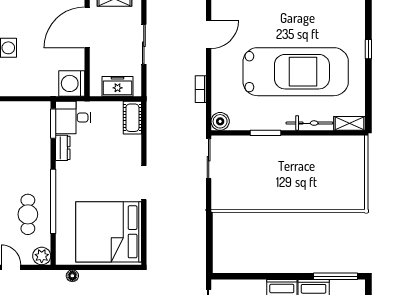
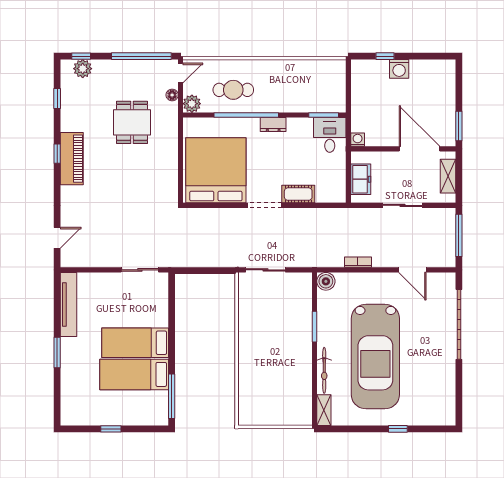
washing machine: (72, 83) -> (358, 140), width x0.53, depth x0.53
cot: (132, 118) -> (298, 194), moved
dresser: (63, 148) -> (273, 125), moved
sliding door: (209, 159) -> (265, 270), moved
floor lamp: (72, 276) -> (172, 95), moved

